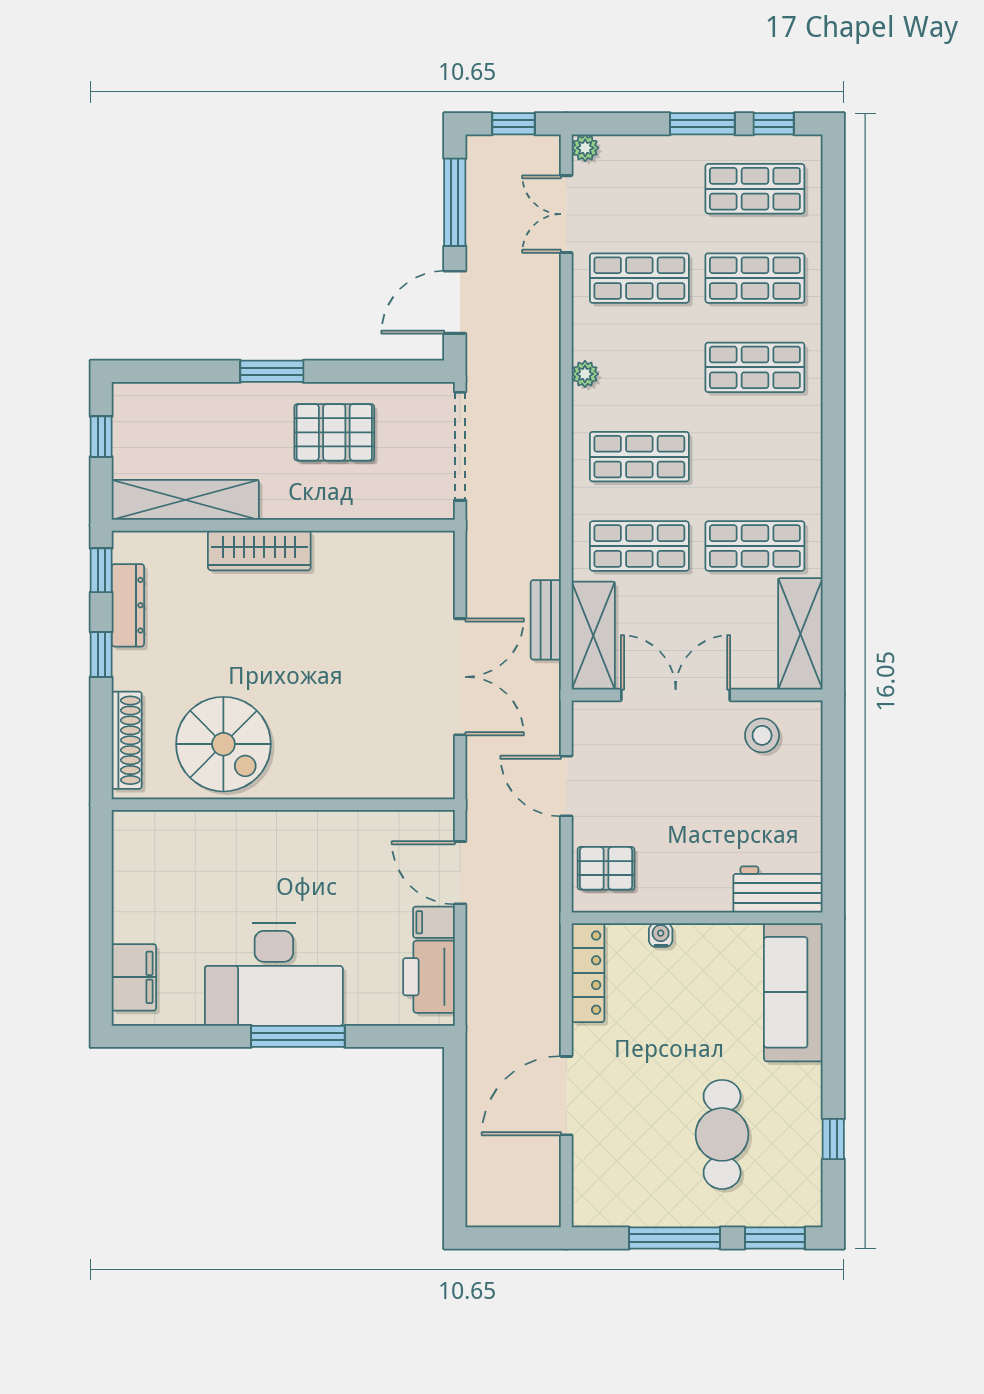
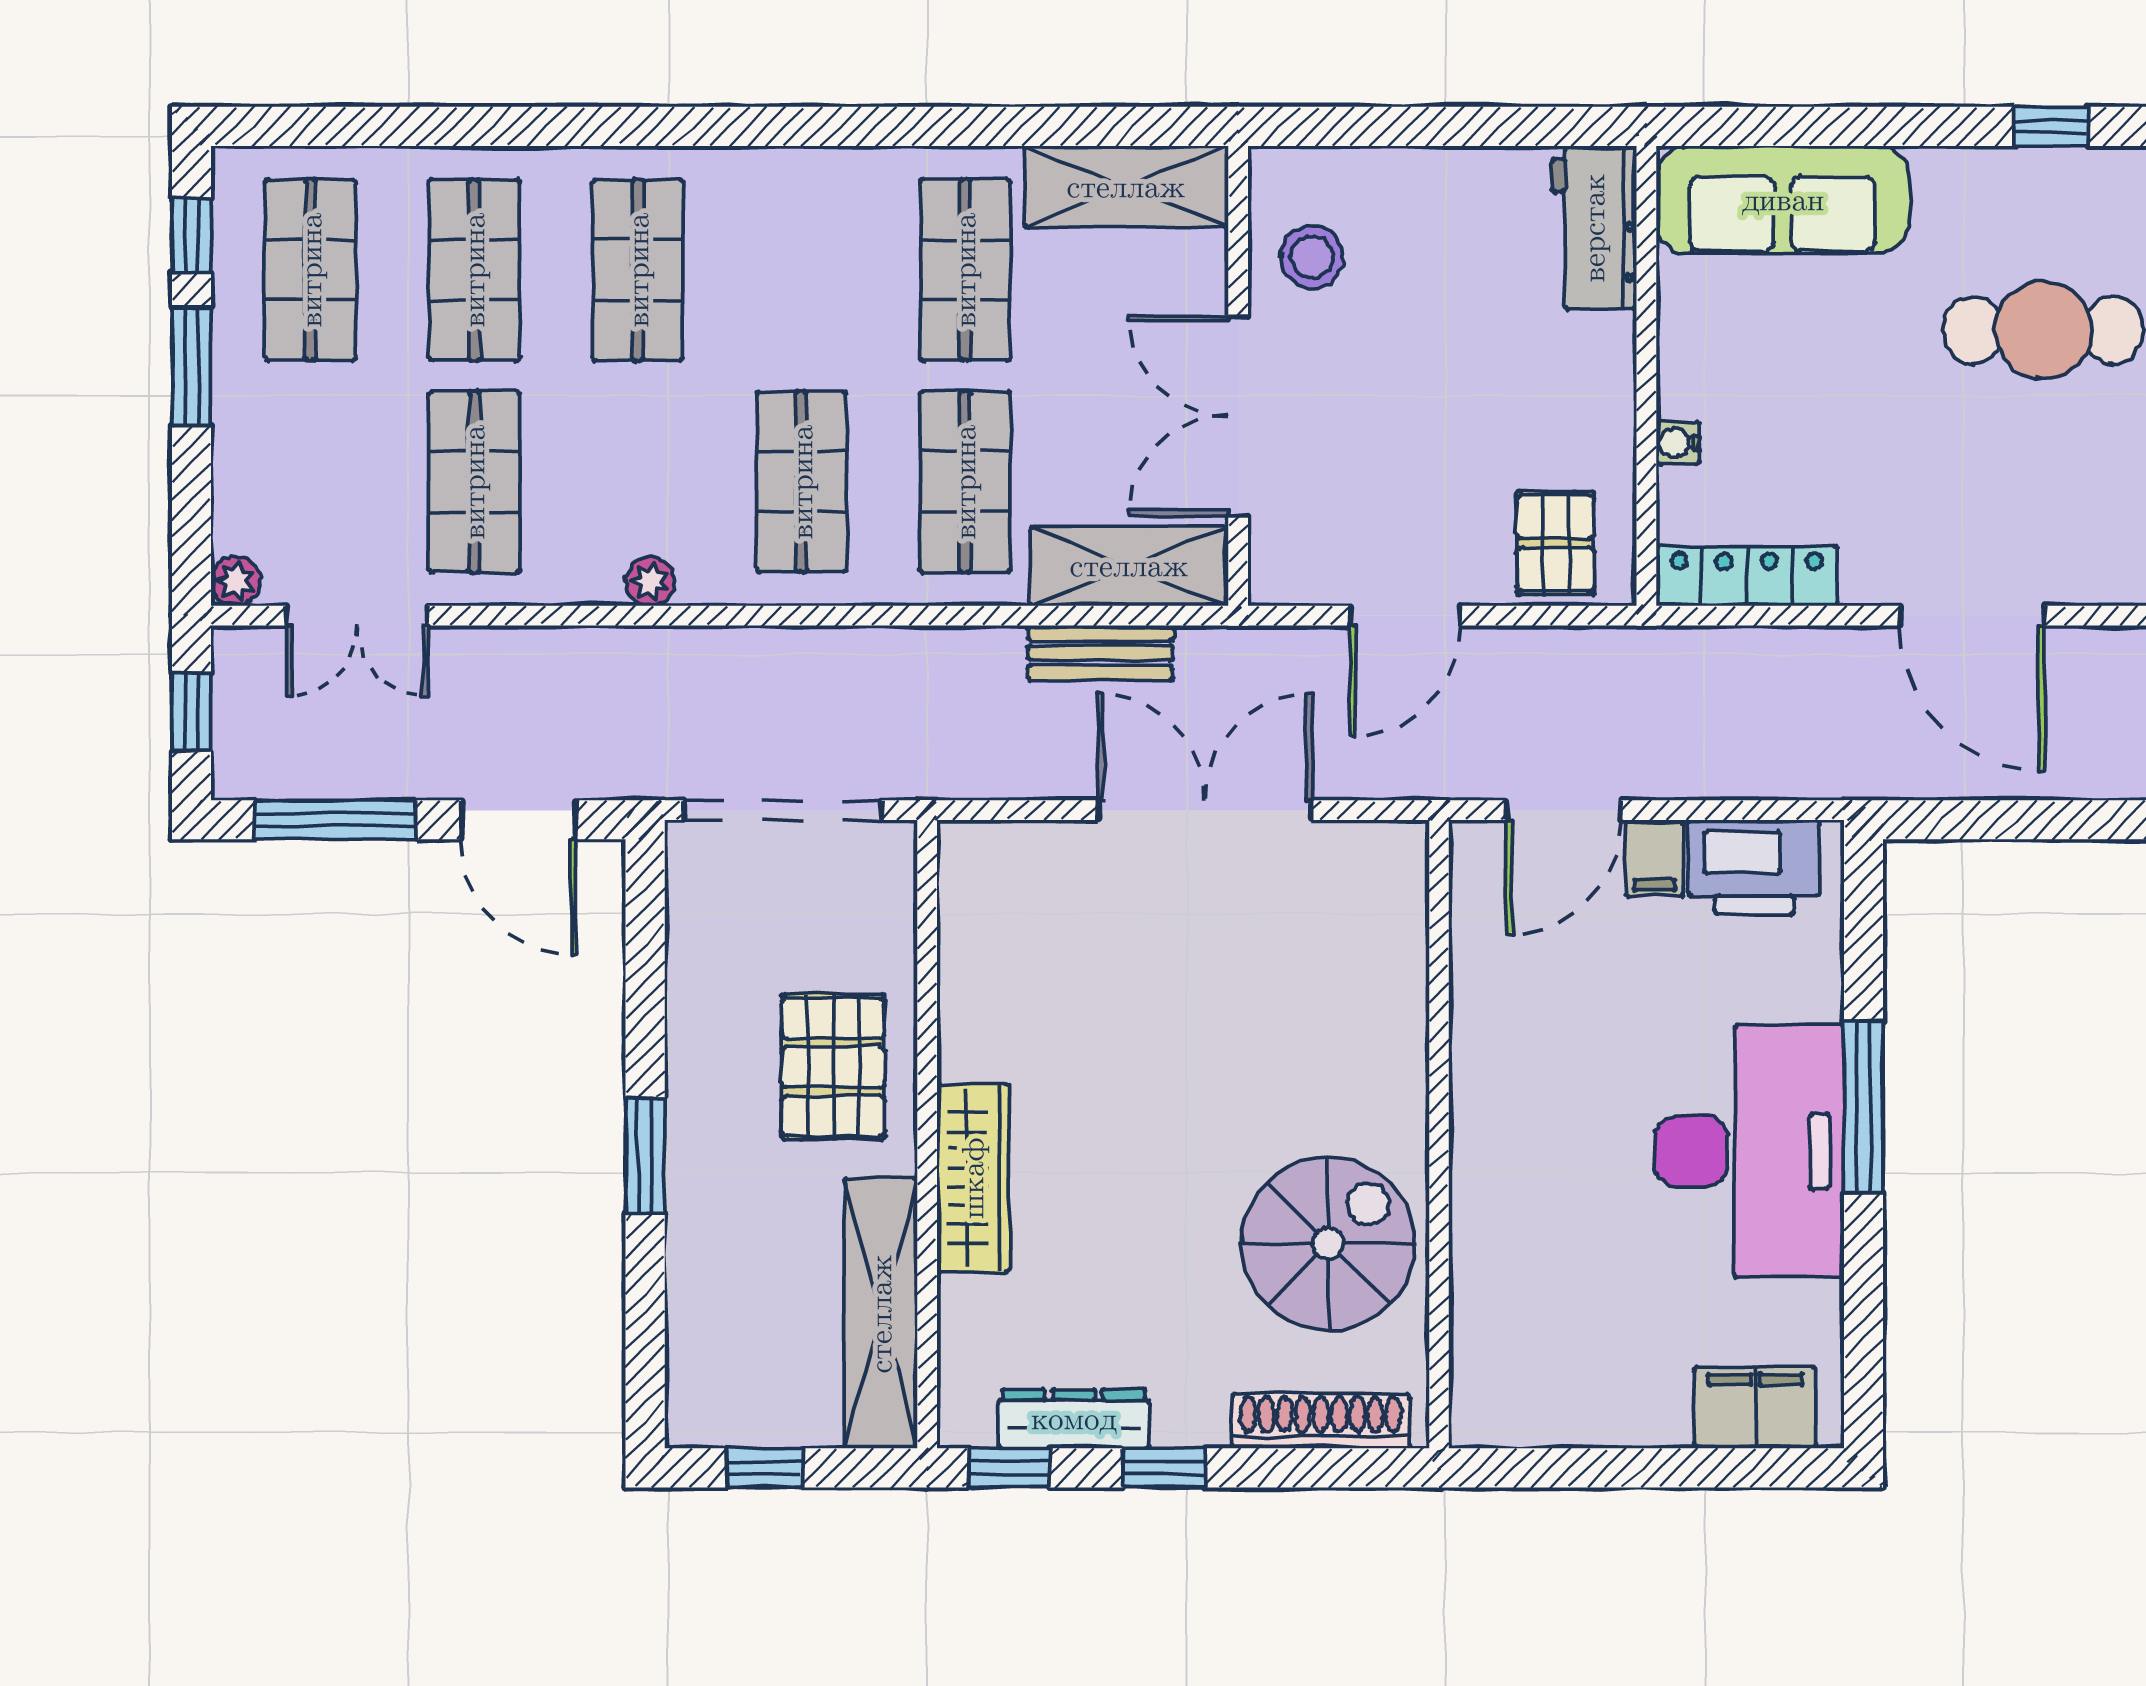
pallet: (334, 432) -> (833, 1067), moved

